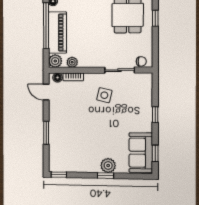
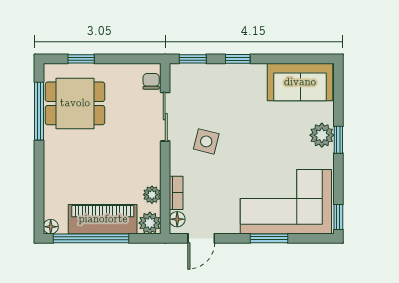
corner sofa: (68, 143) -> (286, 202), added
window: (155, 153) -> (193, 59), moved

